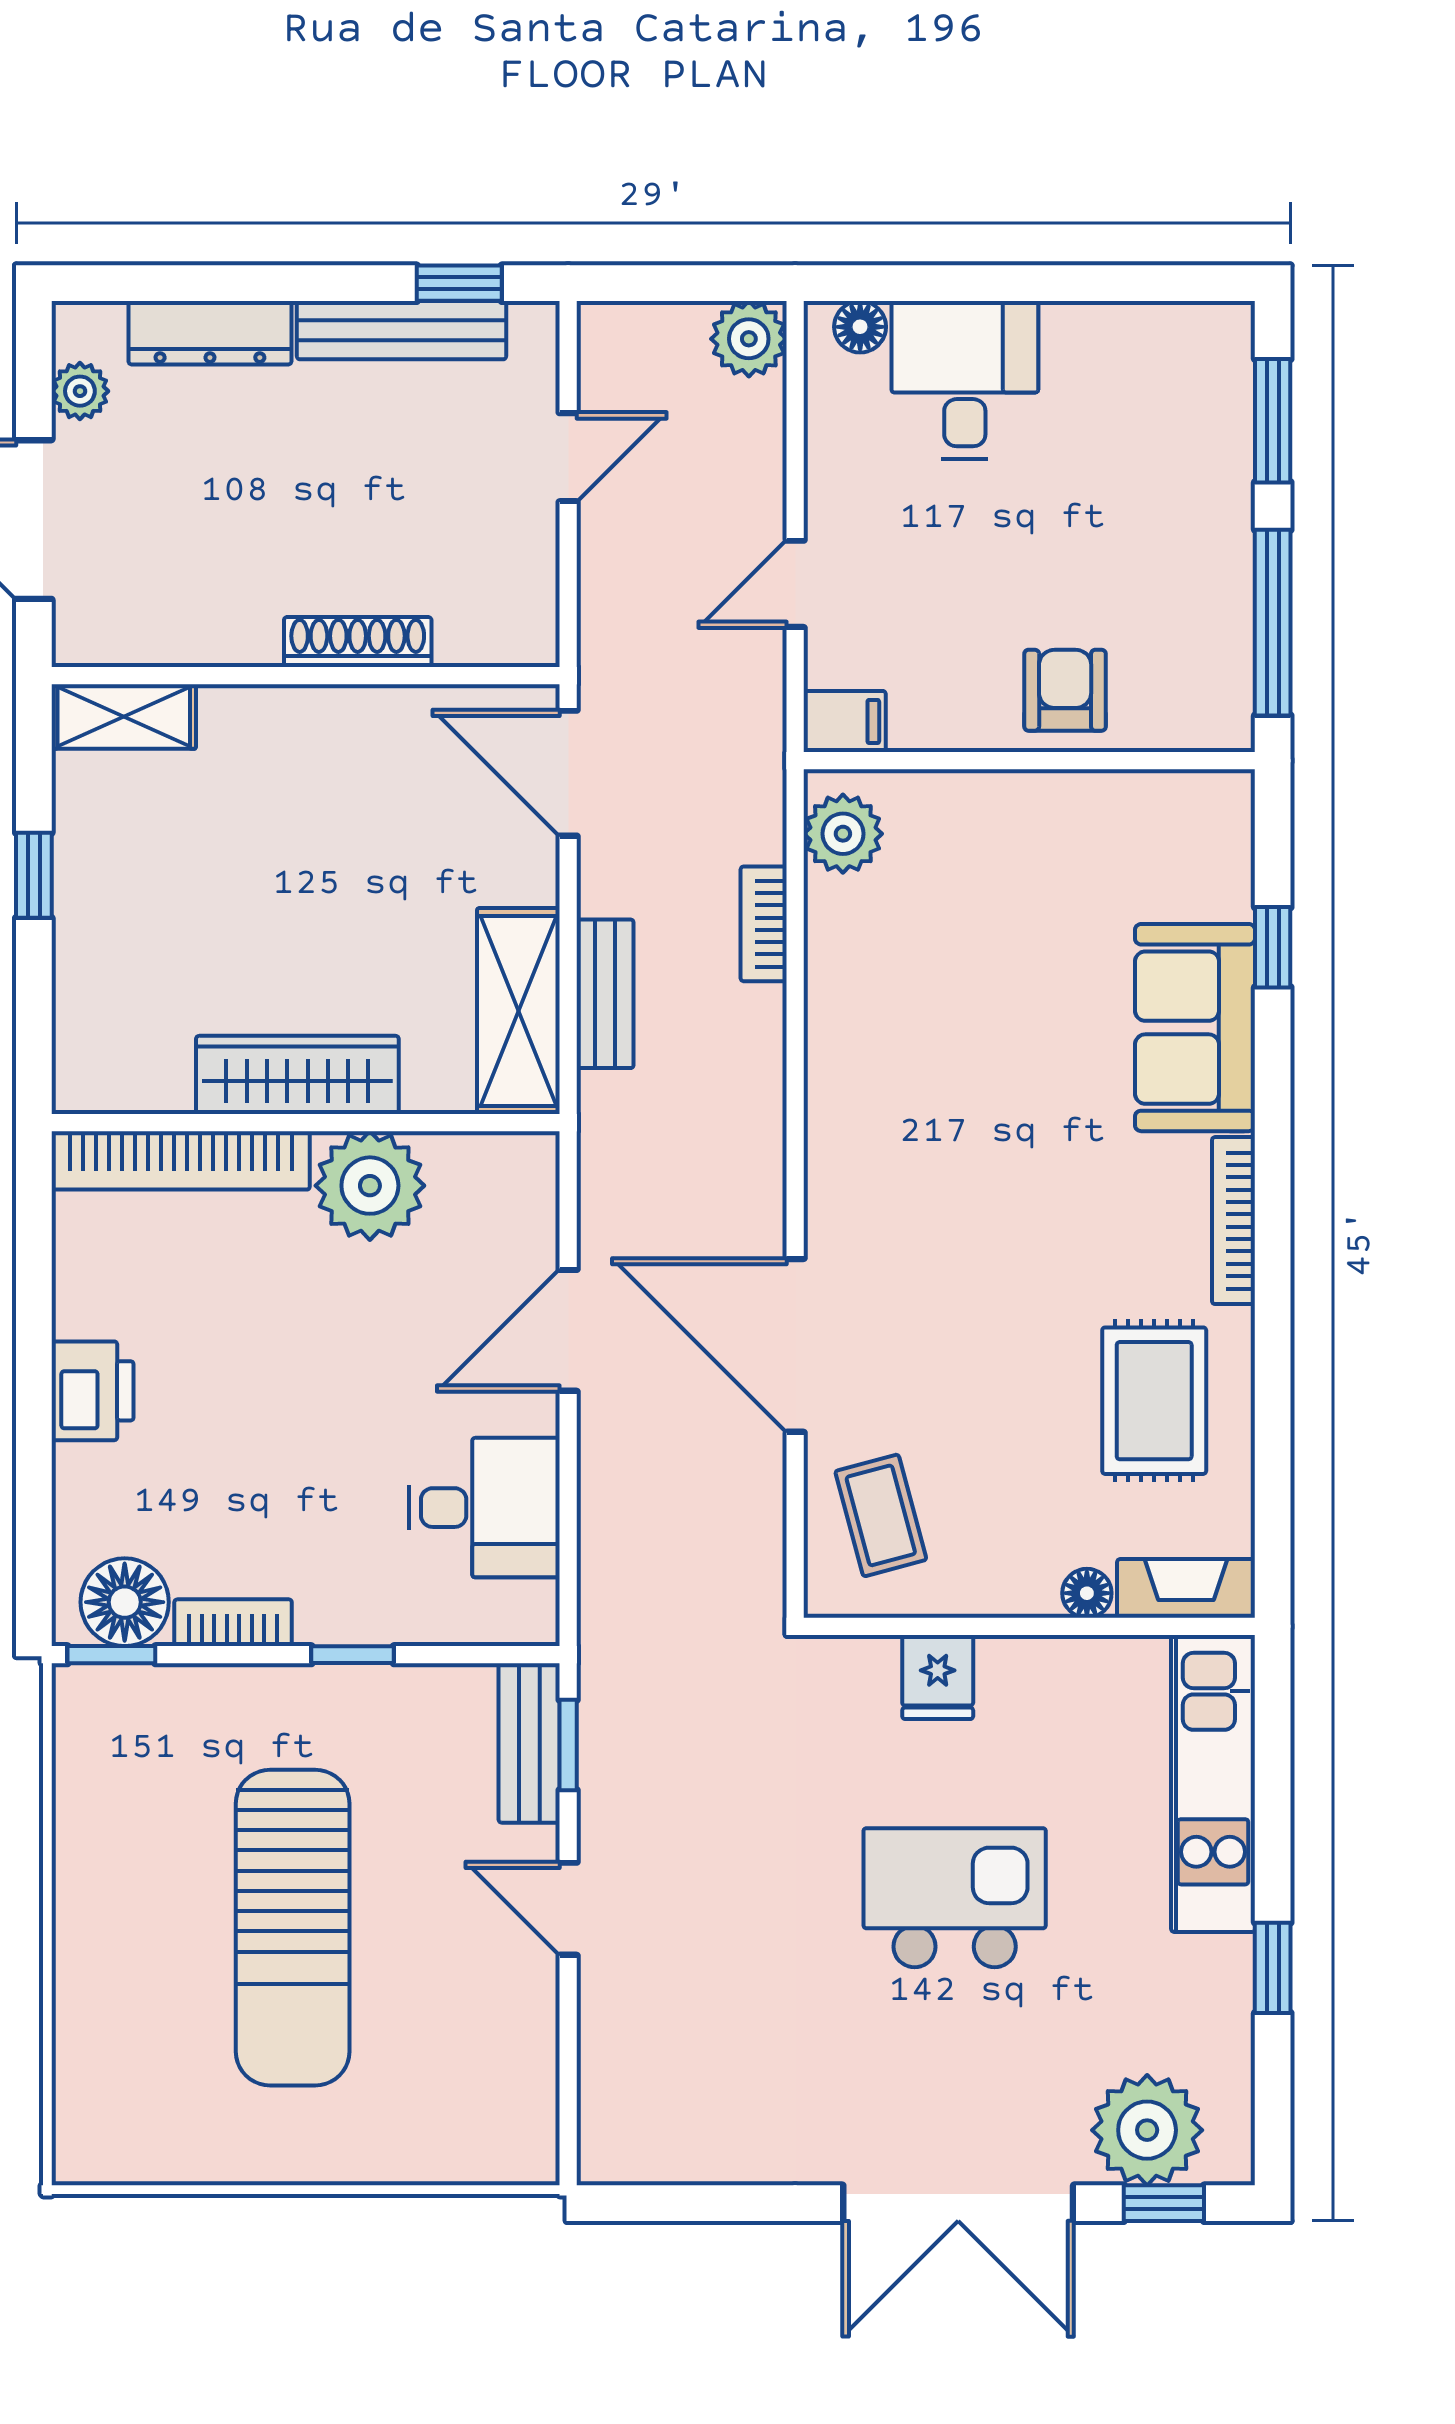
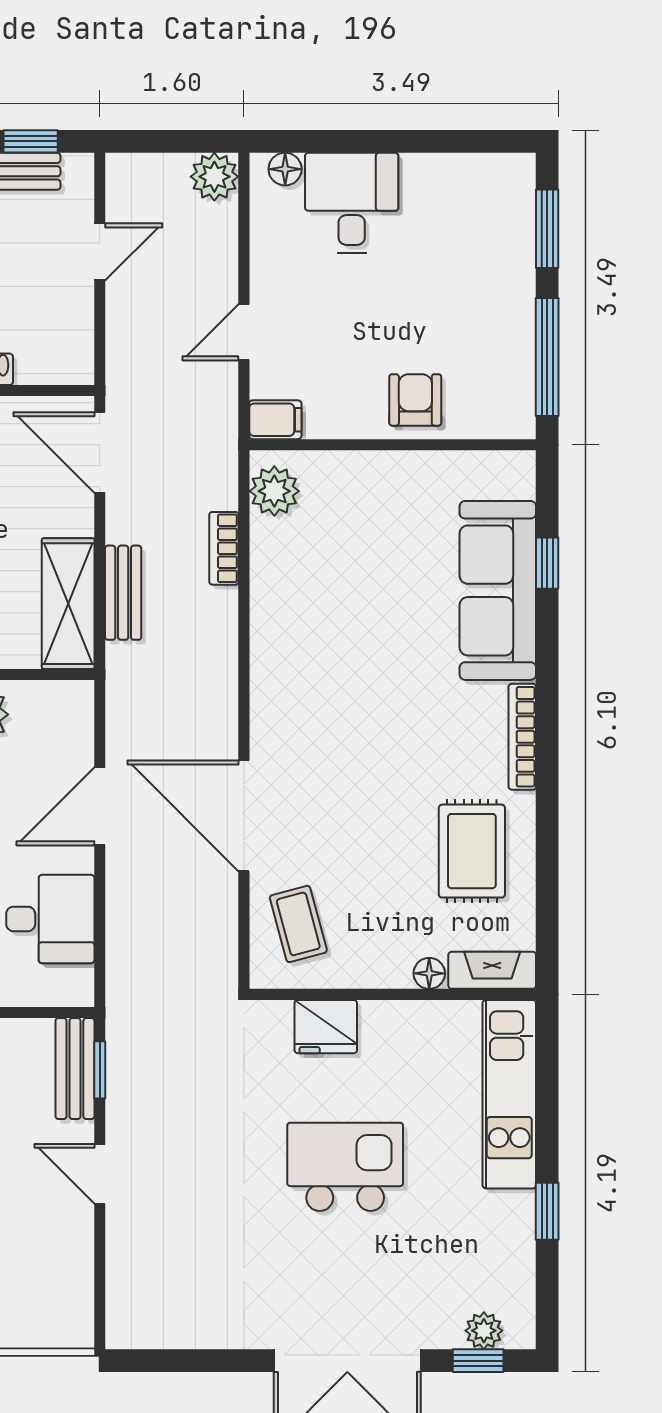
sofa: (1195, 1028) -> (498, 590), width x1.36
fridge: (938, 1677) -> (326, 1027), width x1.38
plant: (1147, 2130) -> (484, 1331), width x0.53, depth x0.53

